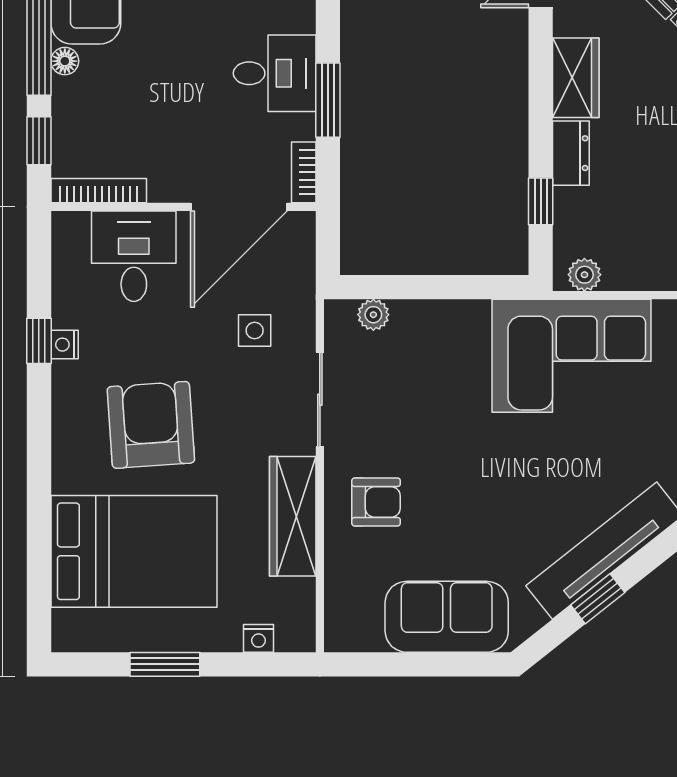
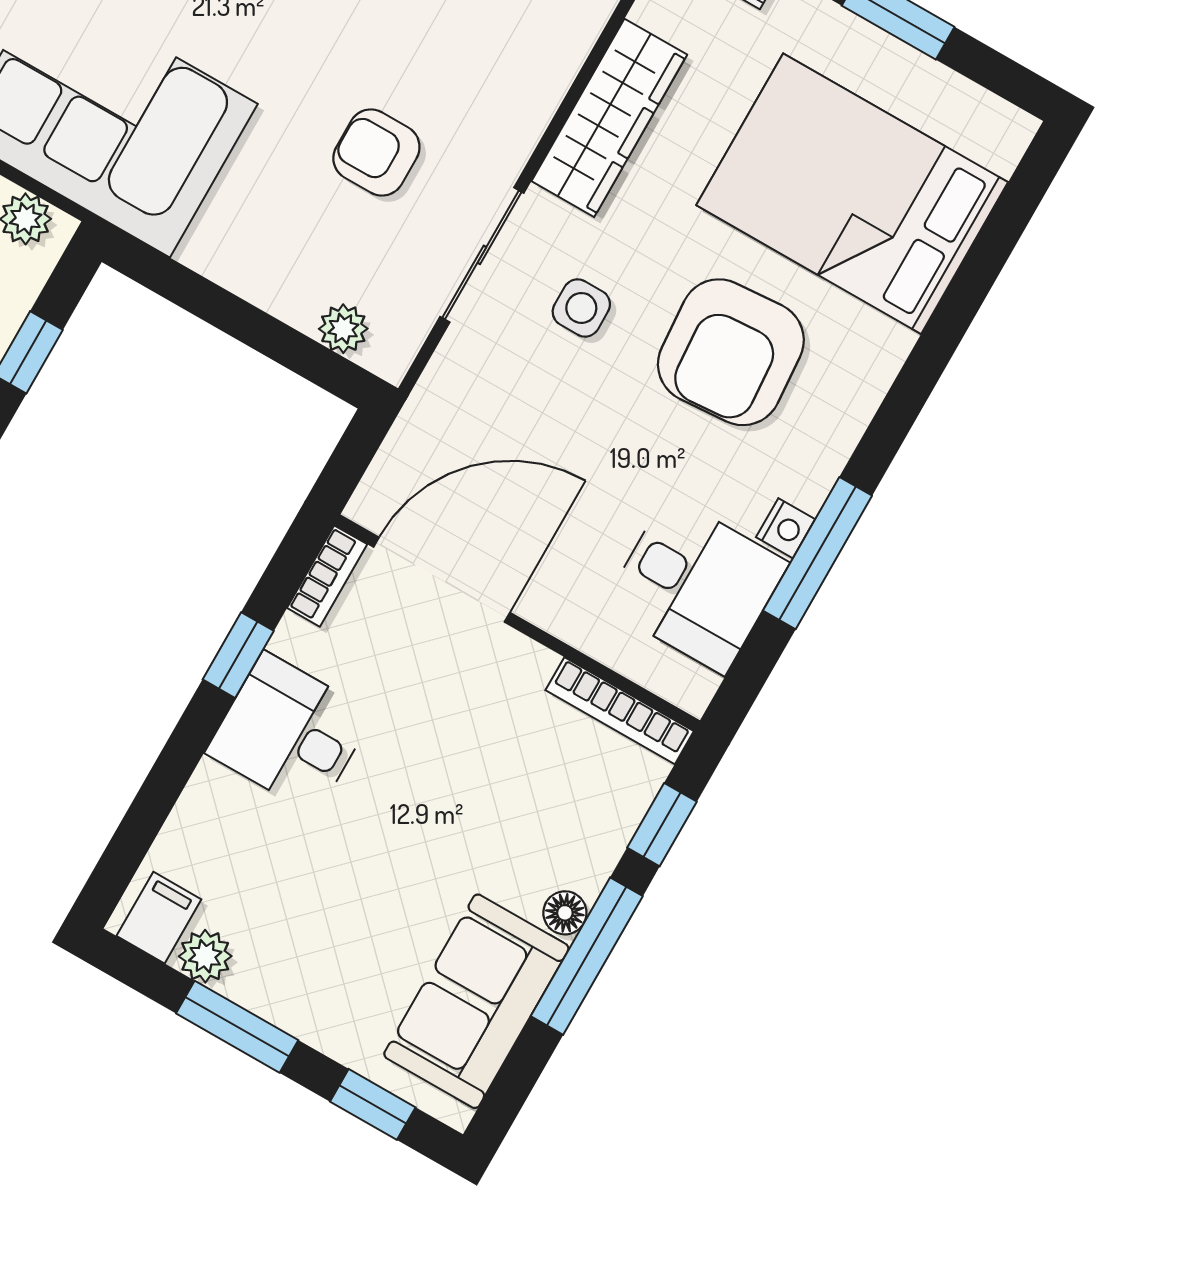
window: (328, 100) -> (238, 655), width x0.67
desk: (134, 256) -> (696, 585), moved, turned -90
side table: (255, 331) -> (581, 308), moved
window: (39, 341) -> (817, 553), width x2.17
armchair: (376, 502) -> (376, 153), moved

